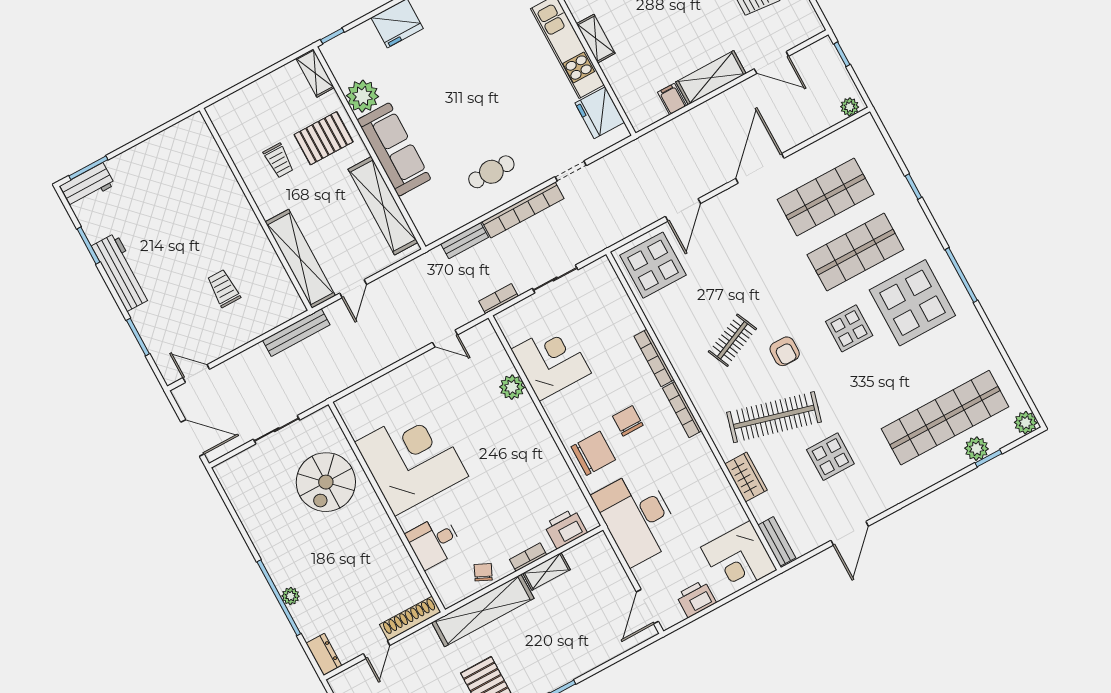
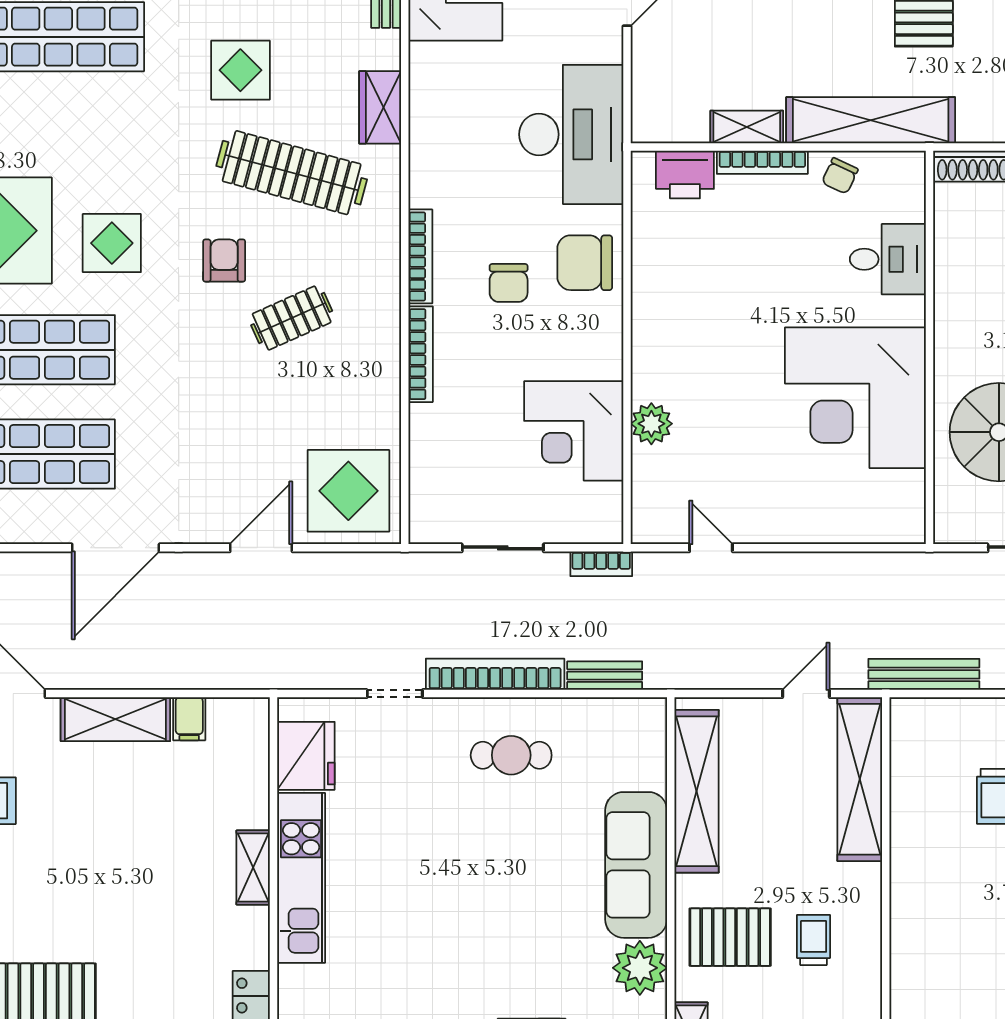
bookcase: (528, 557) -> (762, 162), width x1.56

